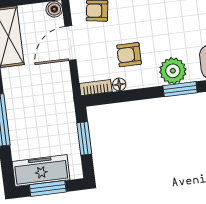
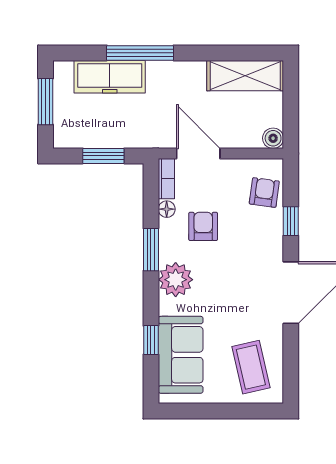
door: (70, 43) -> (198, 154), moved
window: (180, 89) -> (151, 250), moved
freezer: (41, 171) -> (110, 77), moved, turned 90

